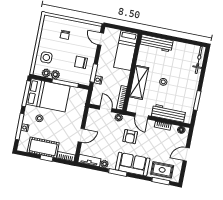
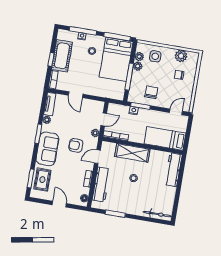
plant: (47, 33) -> (181, 56), added

